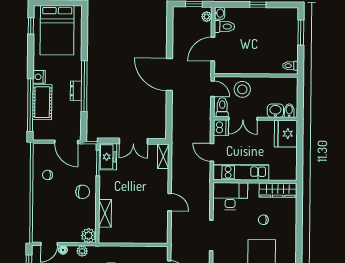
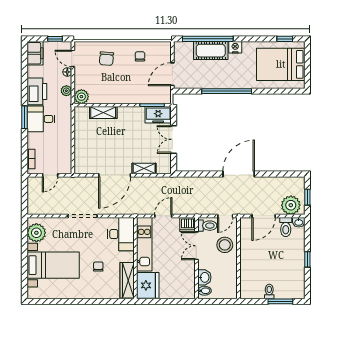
plant: (207, 17) -> (291, 205), width x1.88, depth x1.88
door: (213, 49) -> (264, 216), swing flipped
toilet: (290, 66) -> (269, 291), moved
dresser: (76, 91) -> (222, 83), removed
fridge: (286, 134) -> (148, 285), moved, turned 90
shelving: (163, 156) -> (144, 169), moved
chair: (83, 192) -> (106, 59), moved
door: (170, 202) -> (115, 175), width x1.88

